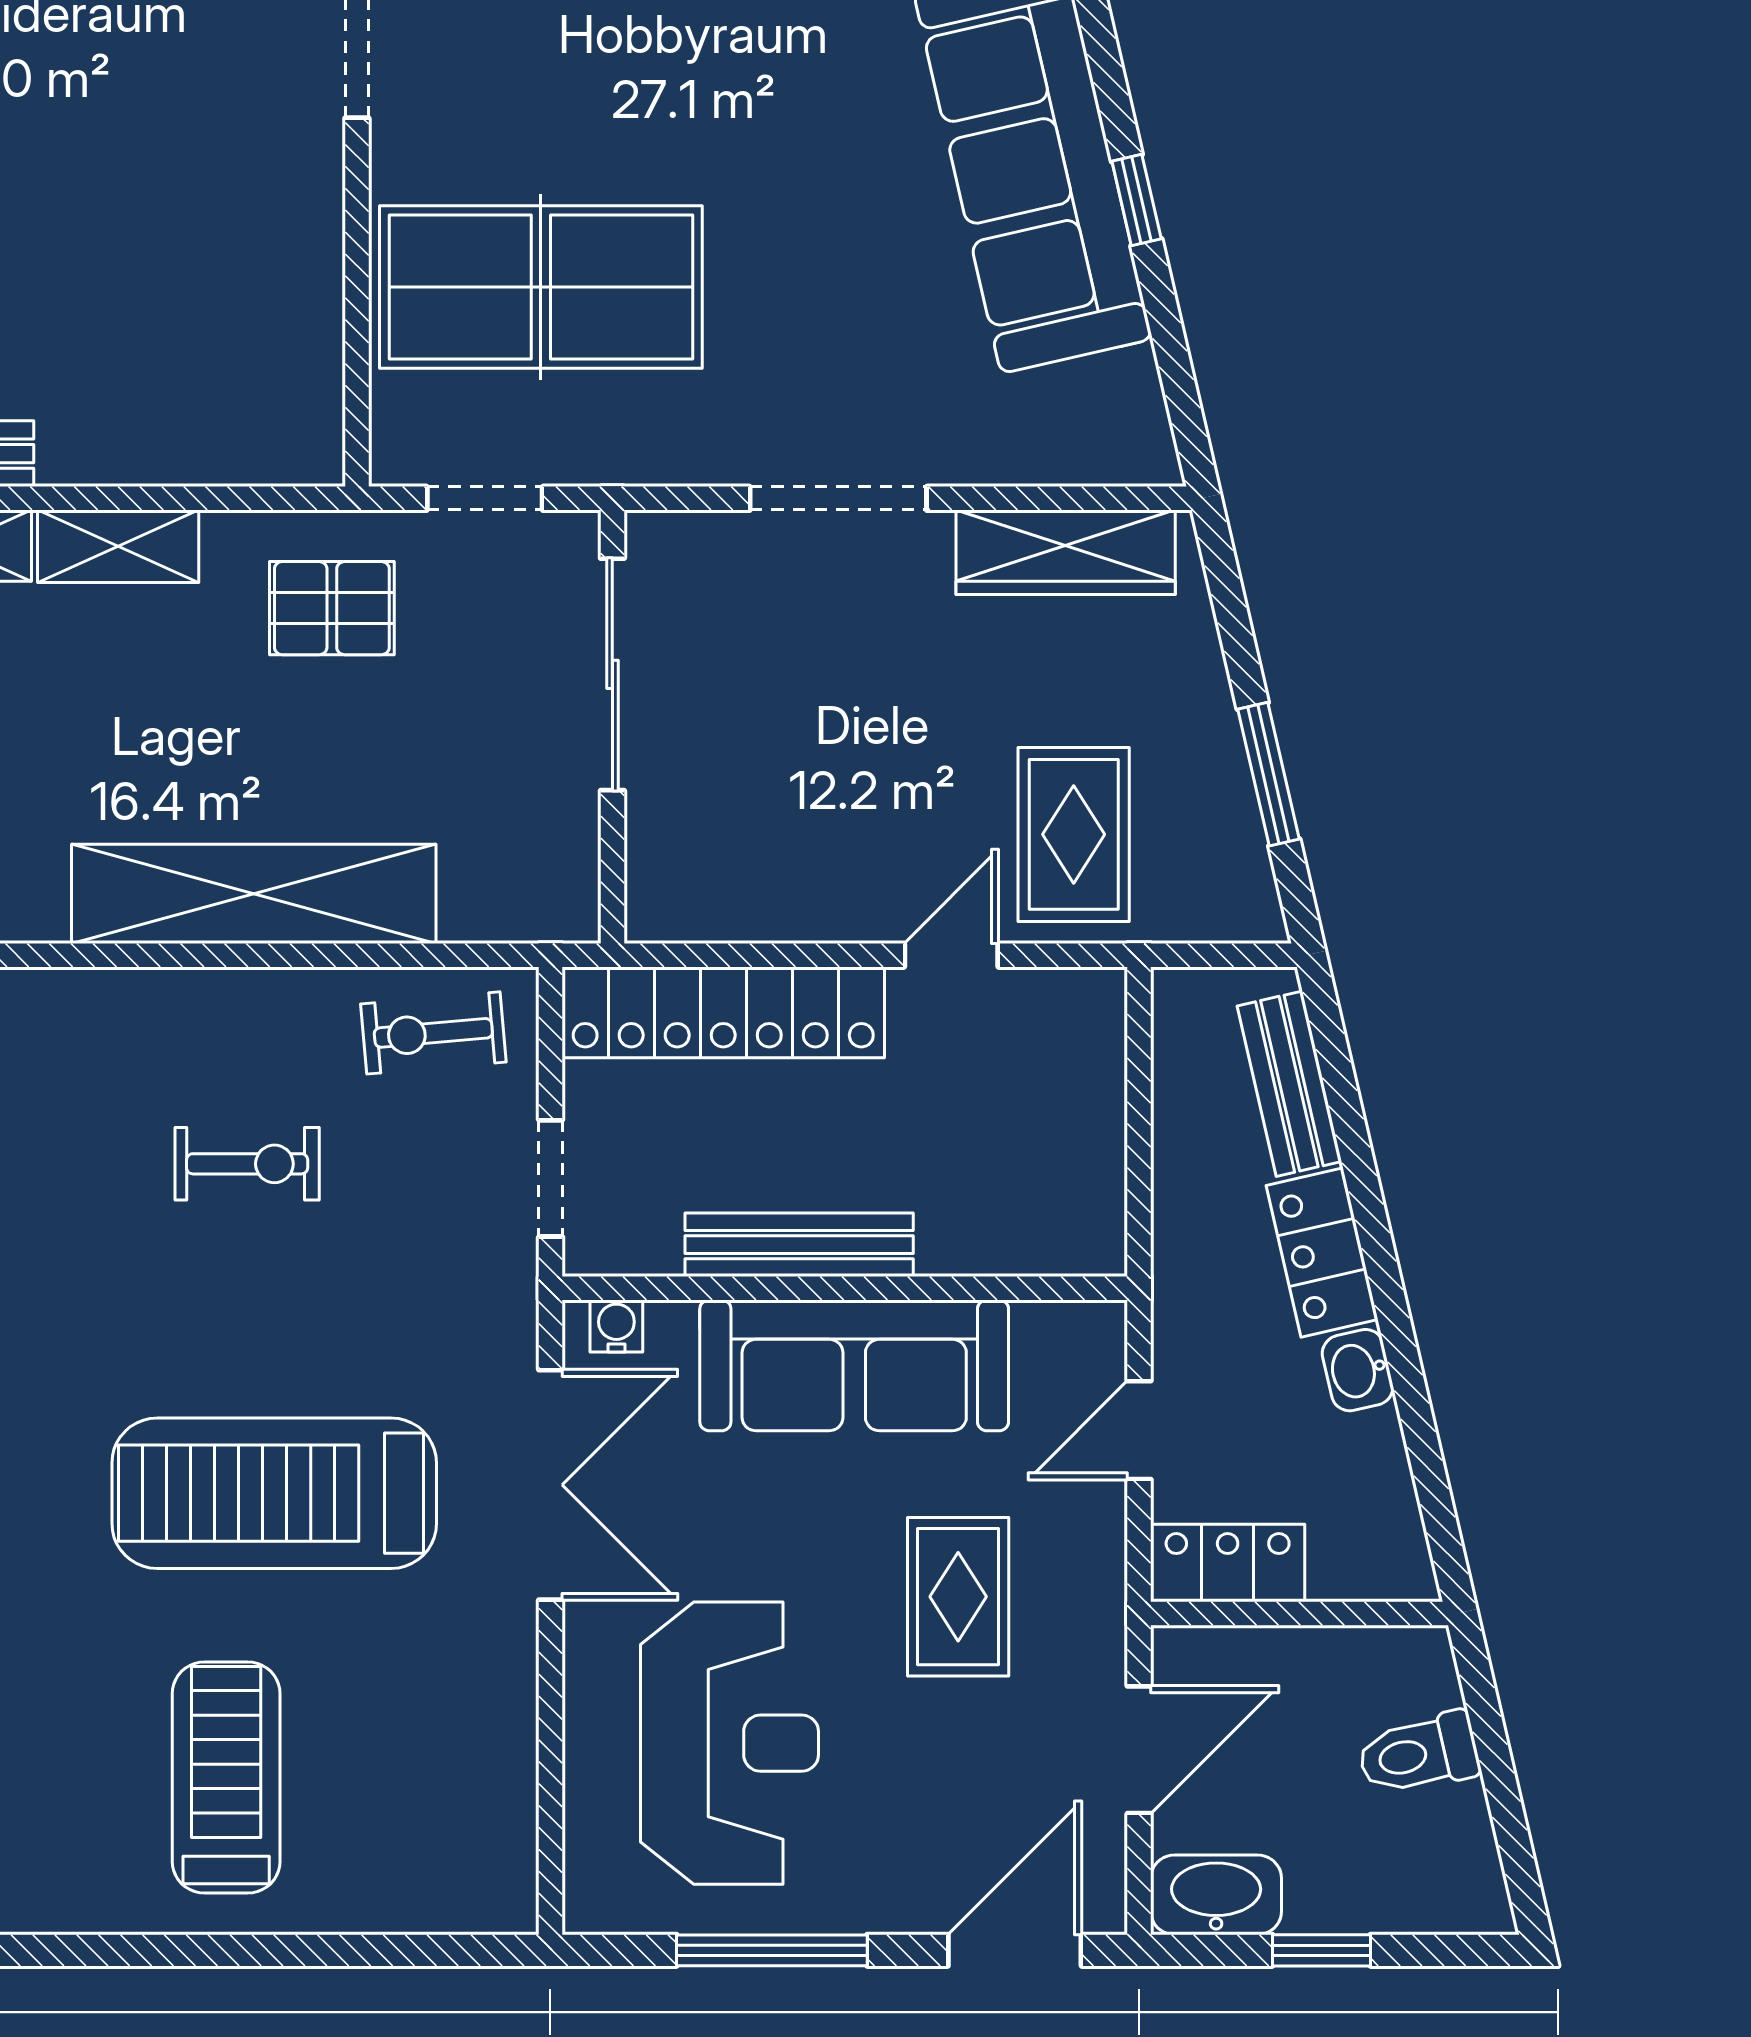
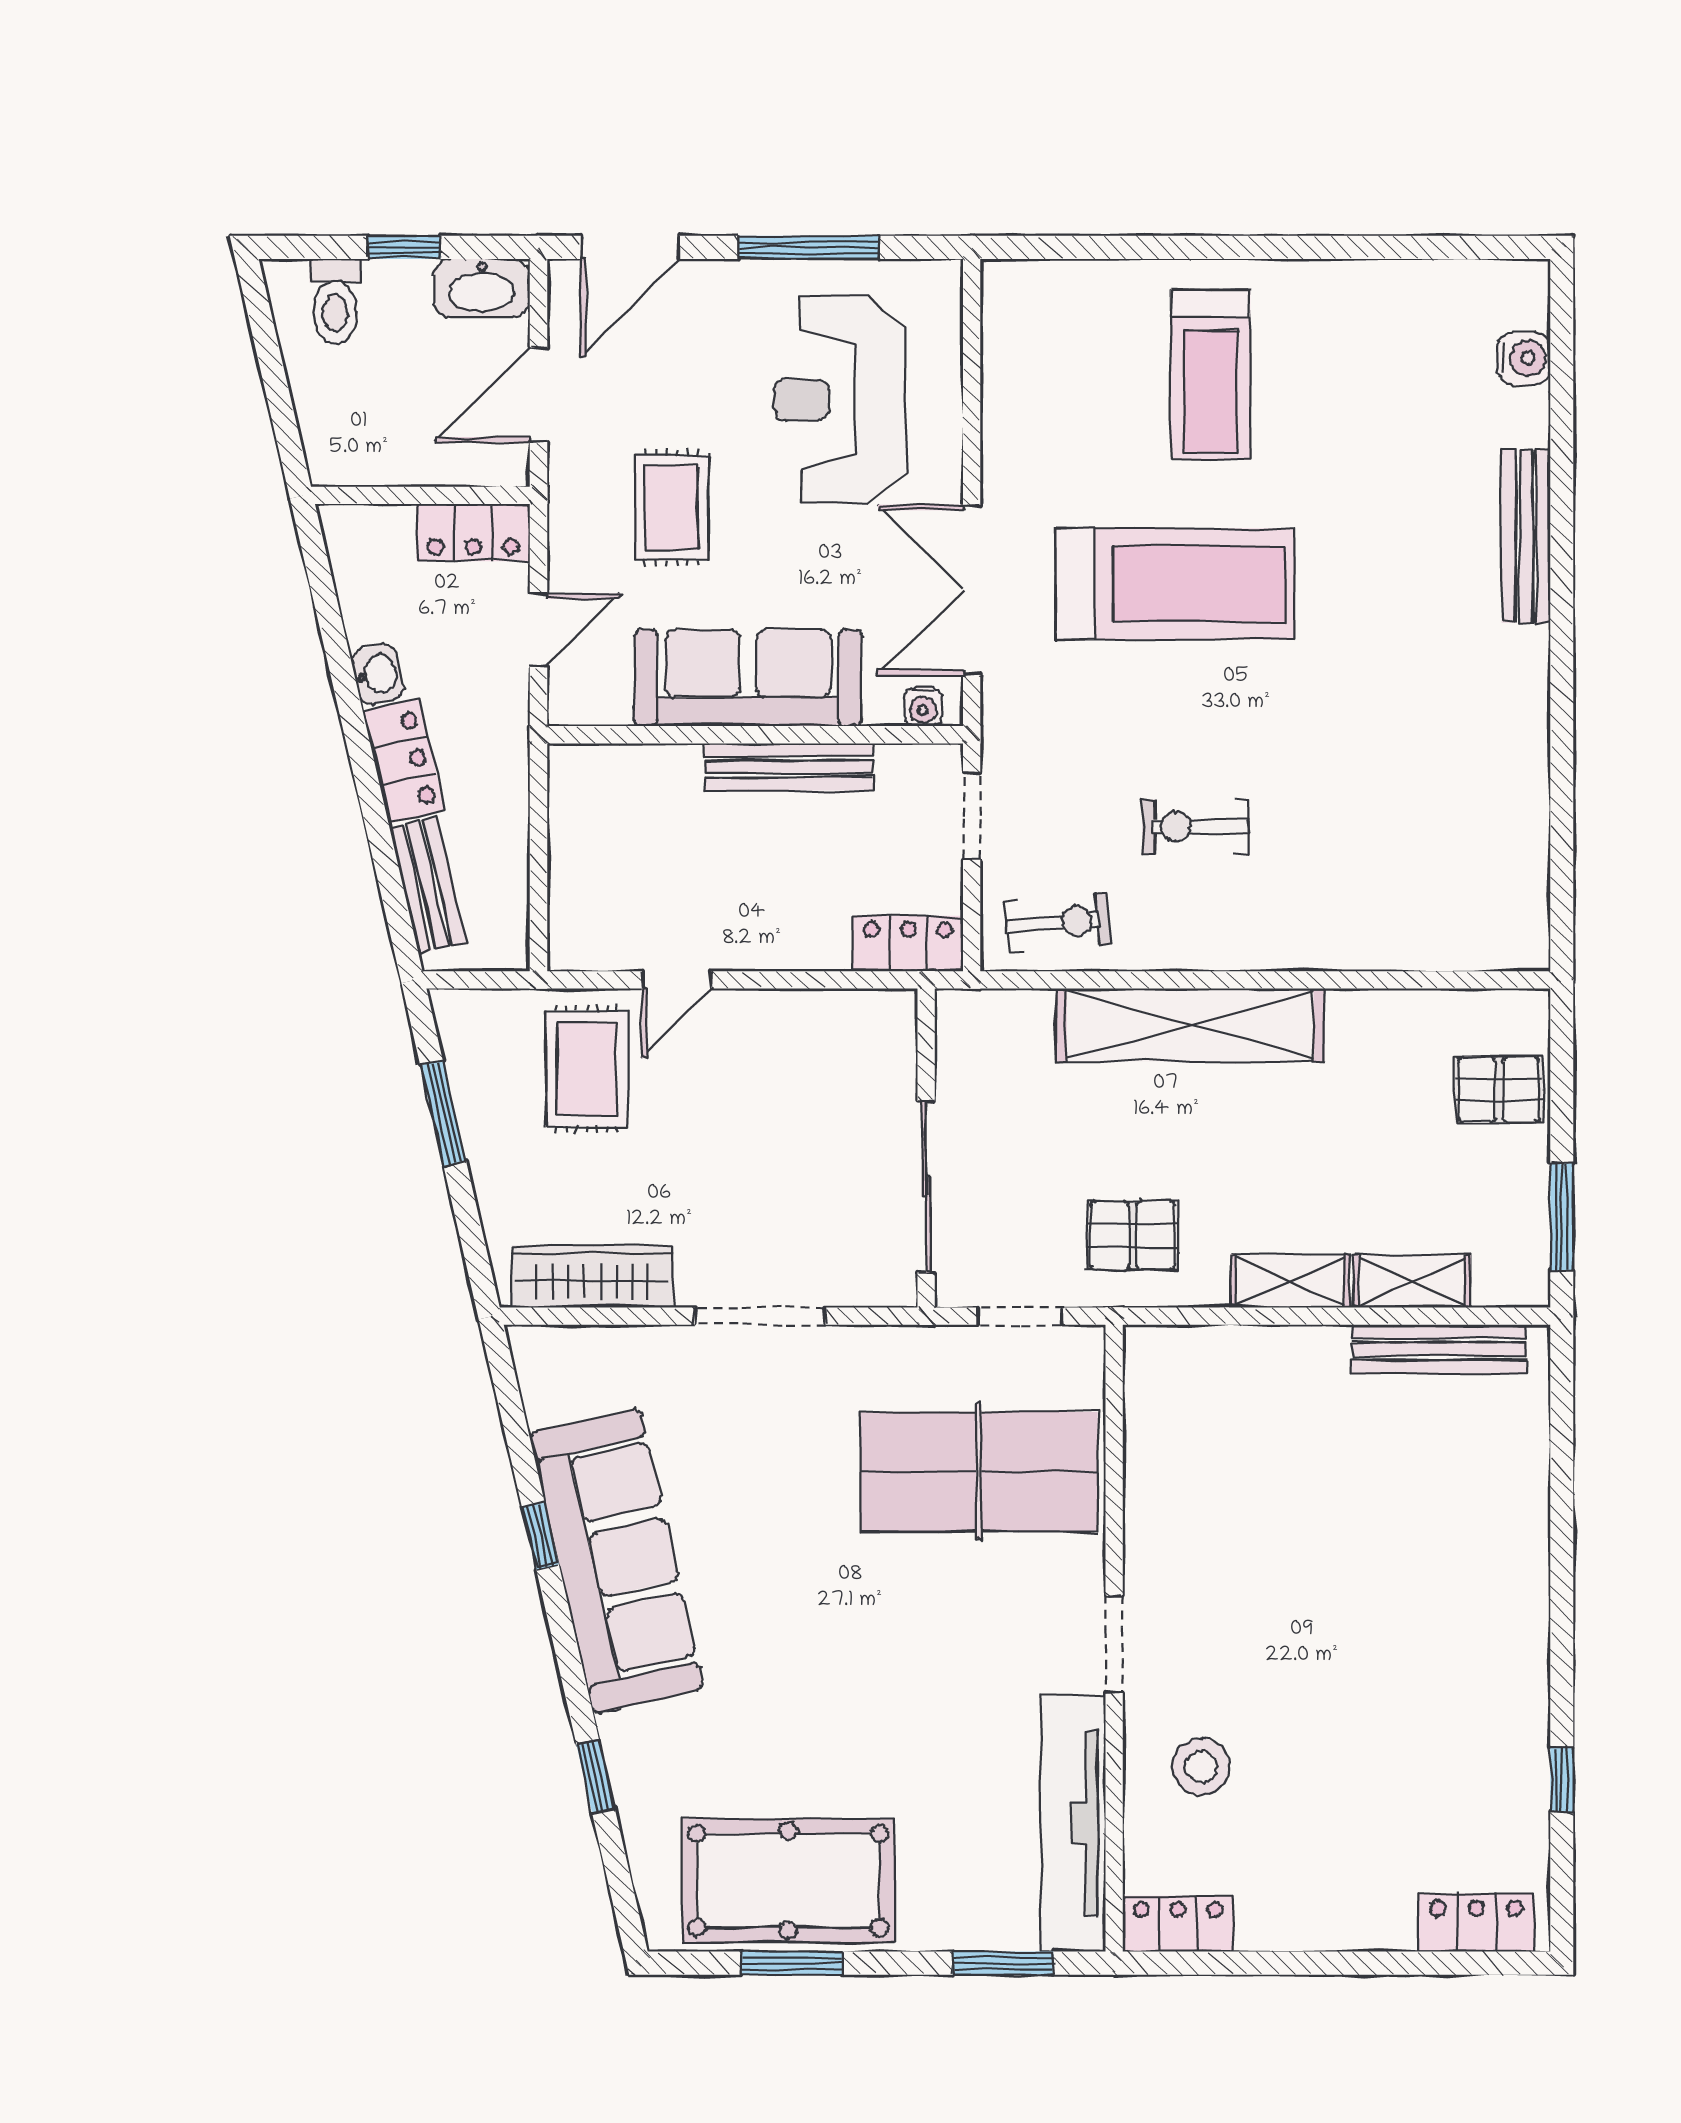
locker: (723, 1012) -> (908, 944), width x0.46, depth x0.83
toilet: (1419, 1754) -> (335, 301), moved, turned 103

